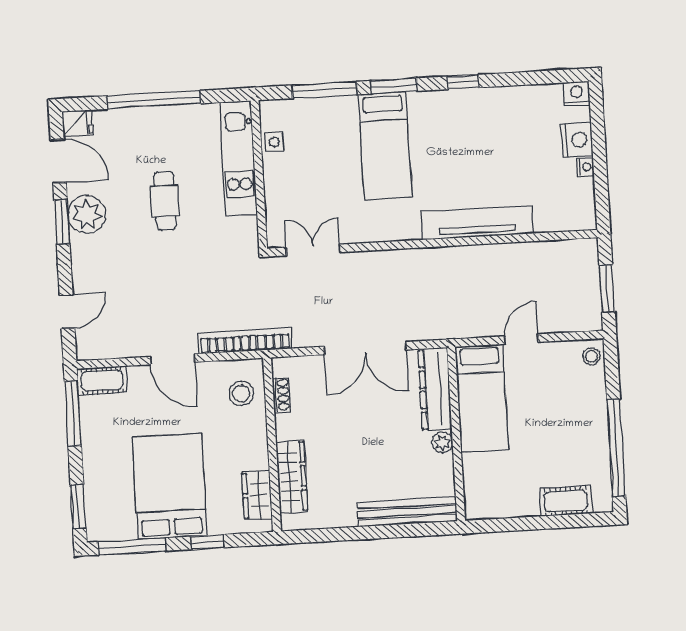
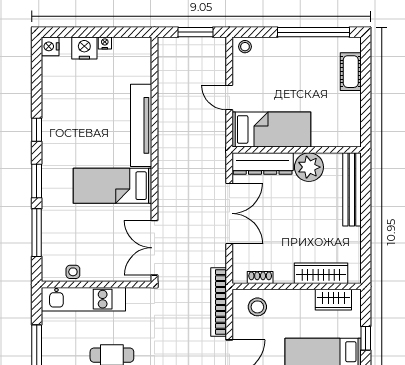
bed: (385, 146) -> (113, 186), moved, turned 180
double door: (313, 250) -> (154, 248), width x1.37
plant: (442, 442) -> (309, 167), width x1.88, depth x1.88

